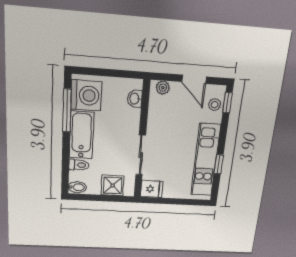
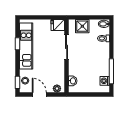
washing machine: (86, 95) -> (105, 81), width x0.53, depth x0.53
bathtub: (81, 135) -> (103, 57), removed

